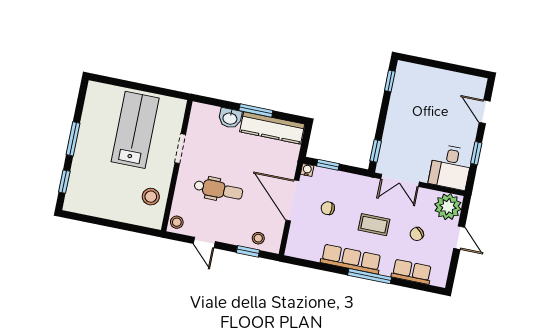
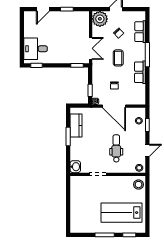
washbasin: (230, 118) -> (75, 167), moved
kitchen counter: (272, 128) -> (76, 126), width x0.67
lab bench: (135, 130) -> (121, 213), moved
desk: (450, 167) -> (36, 49), moved, turned 180
stool: (151, 197) -> (139, 185), moved
door: (292, 200) -> (114, 106), hinge flipped
row of seats: (351, 259) -> (140, 72), width x0.68

